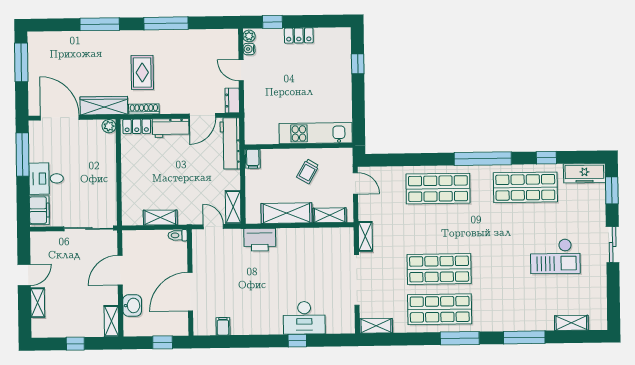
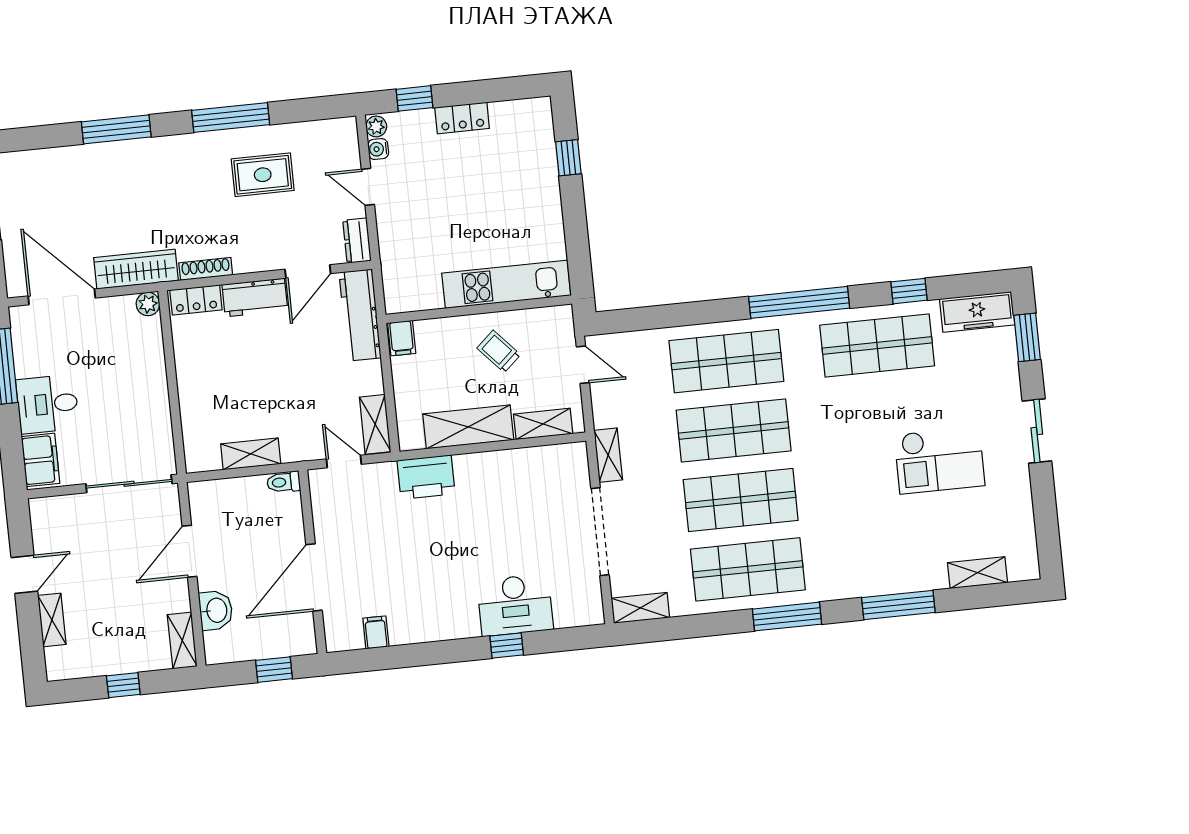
rug: (142, 72) -> (263, 175), moved, turned 90
trolley: (308, 171) -> (499, 351), turned 108
shop shelf: (439, 229) -> (734, 431), added

